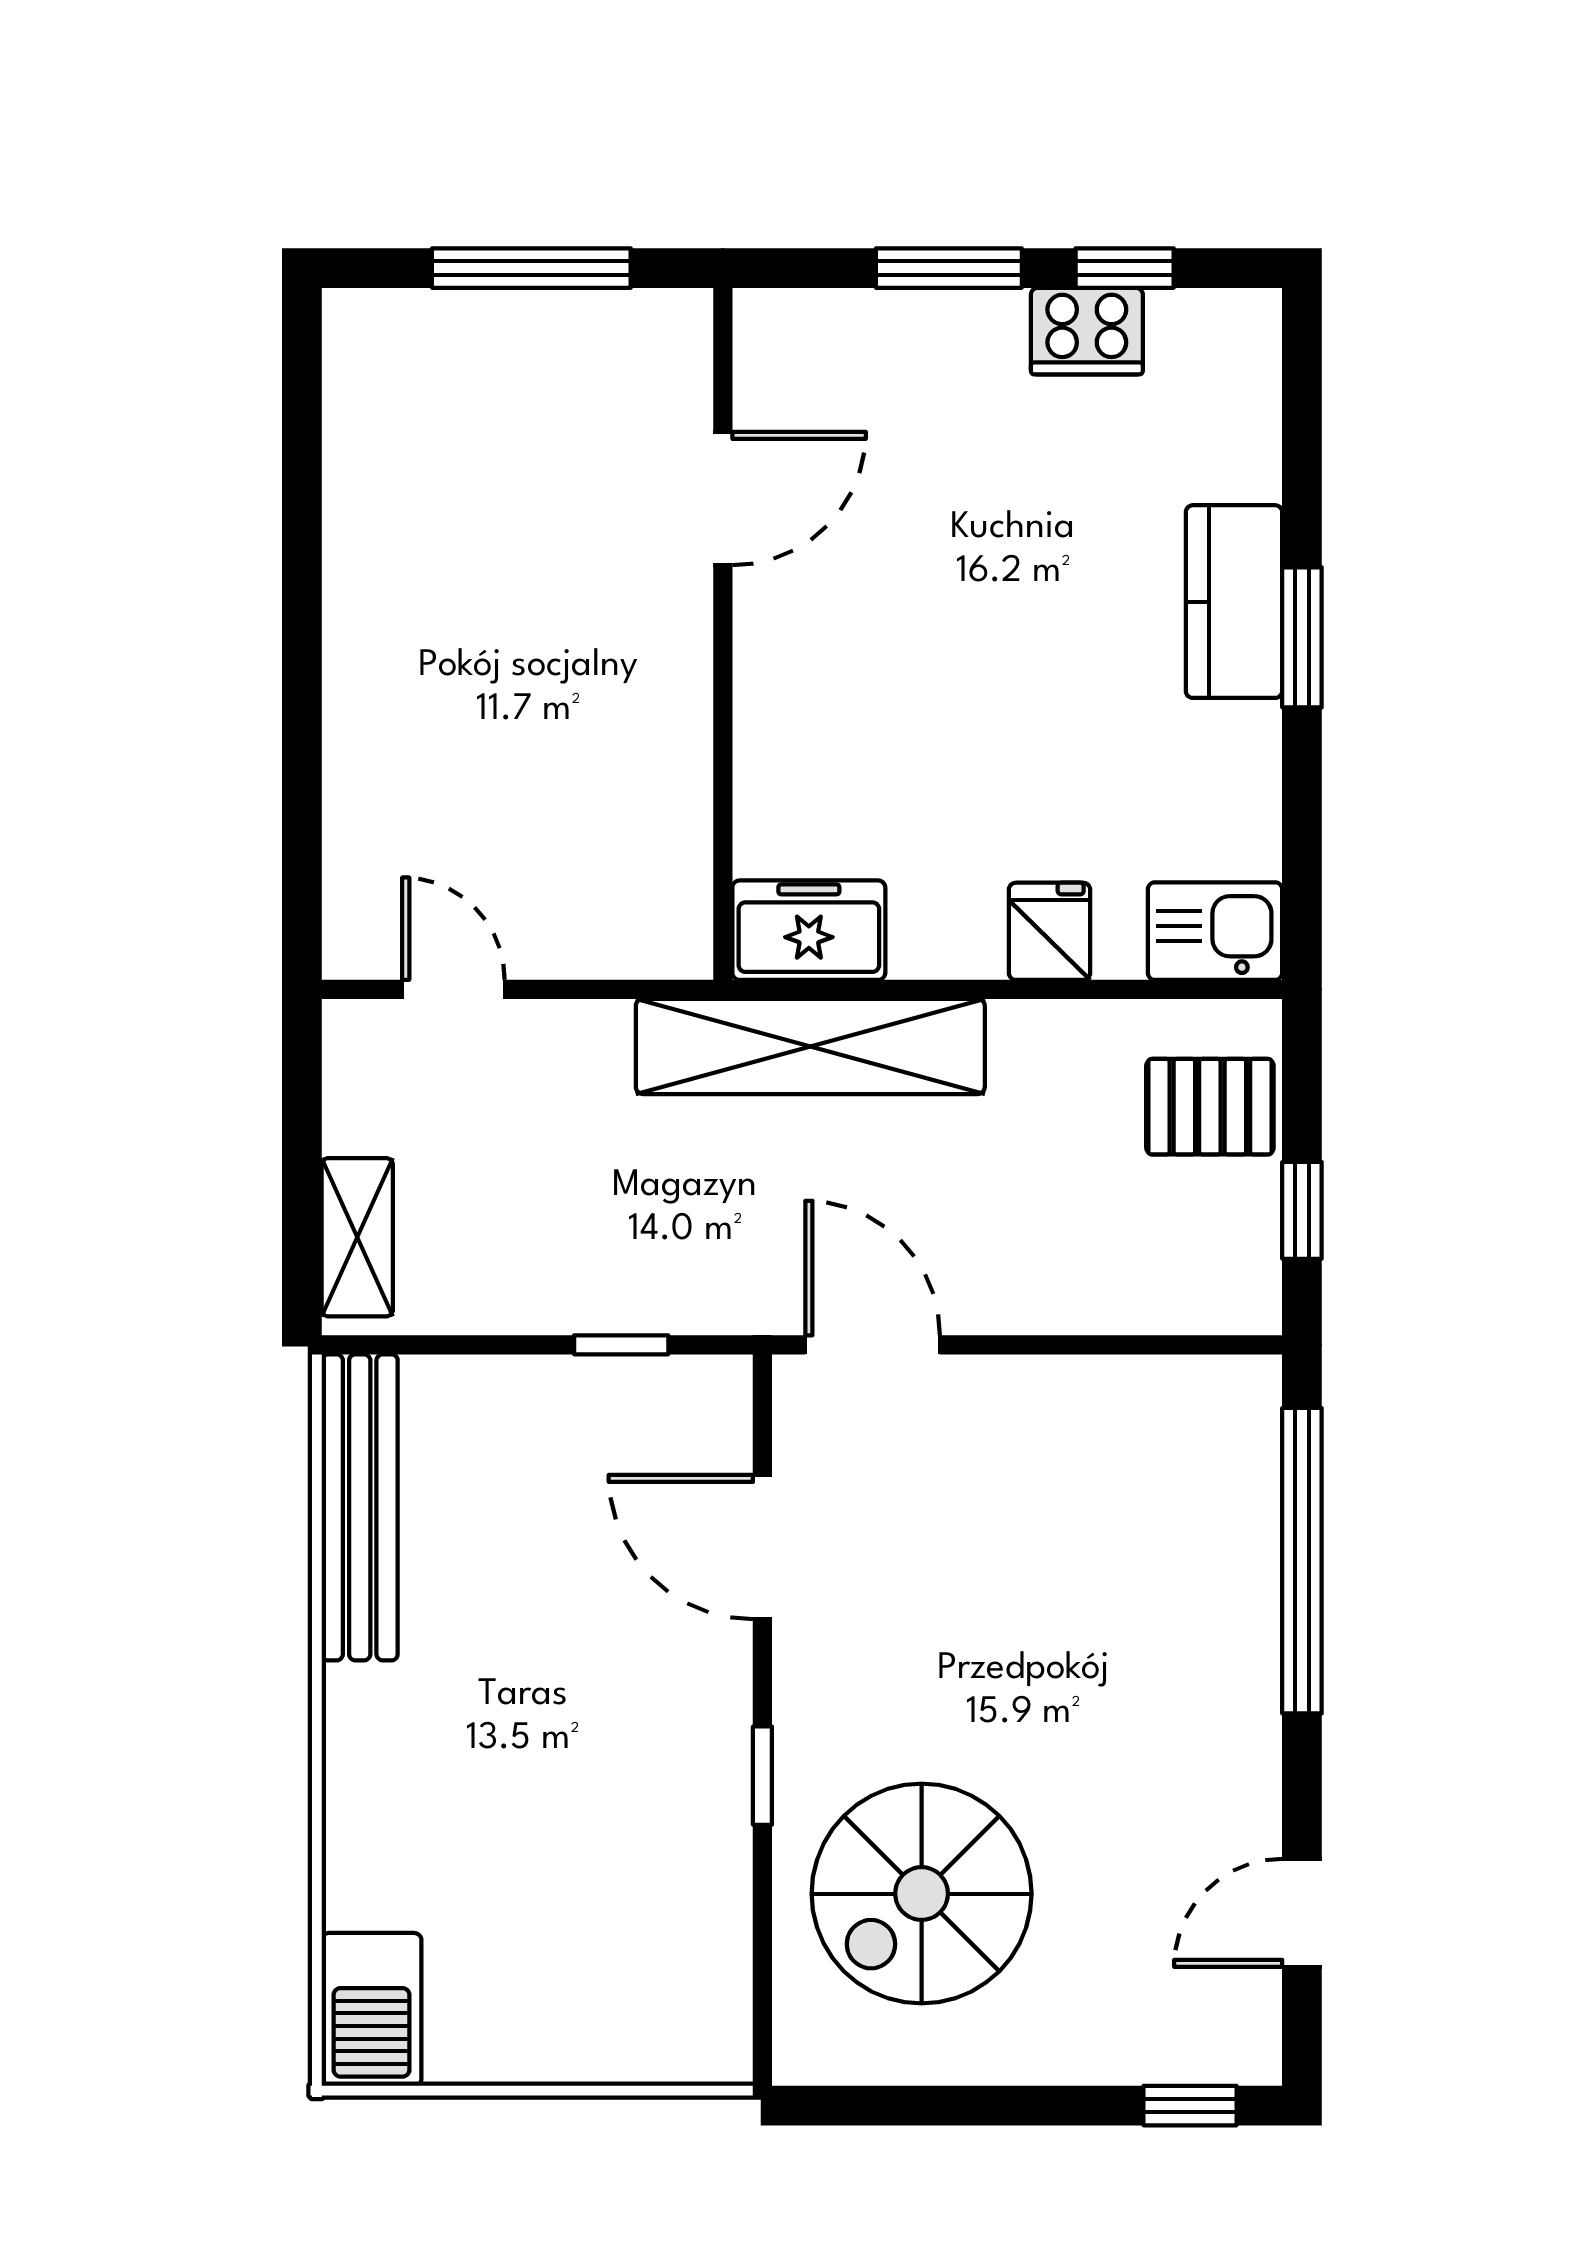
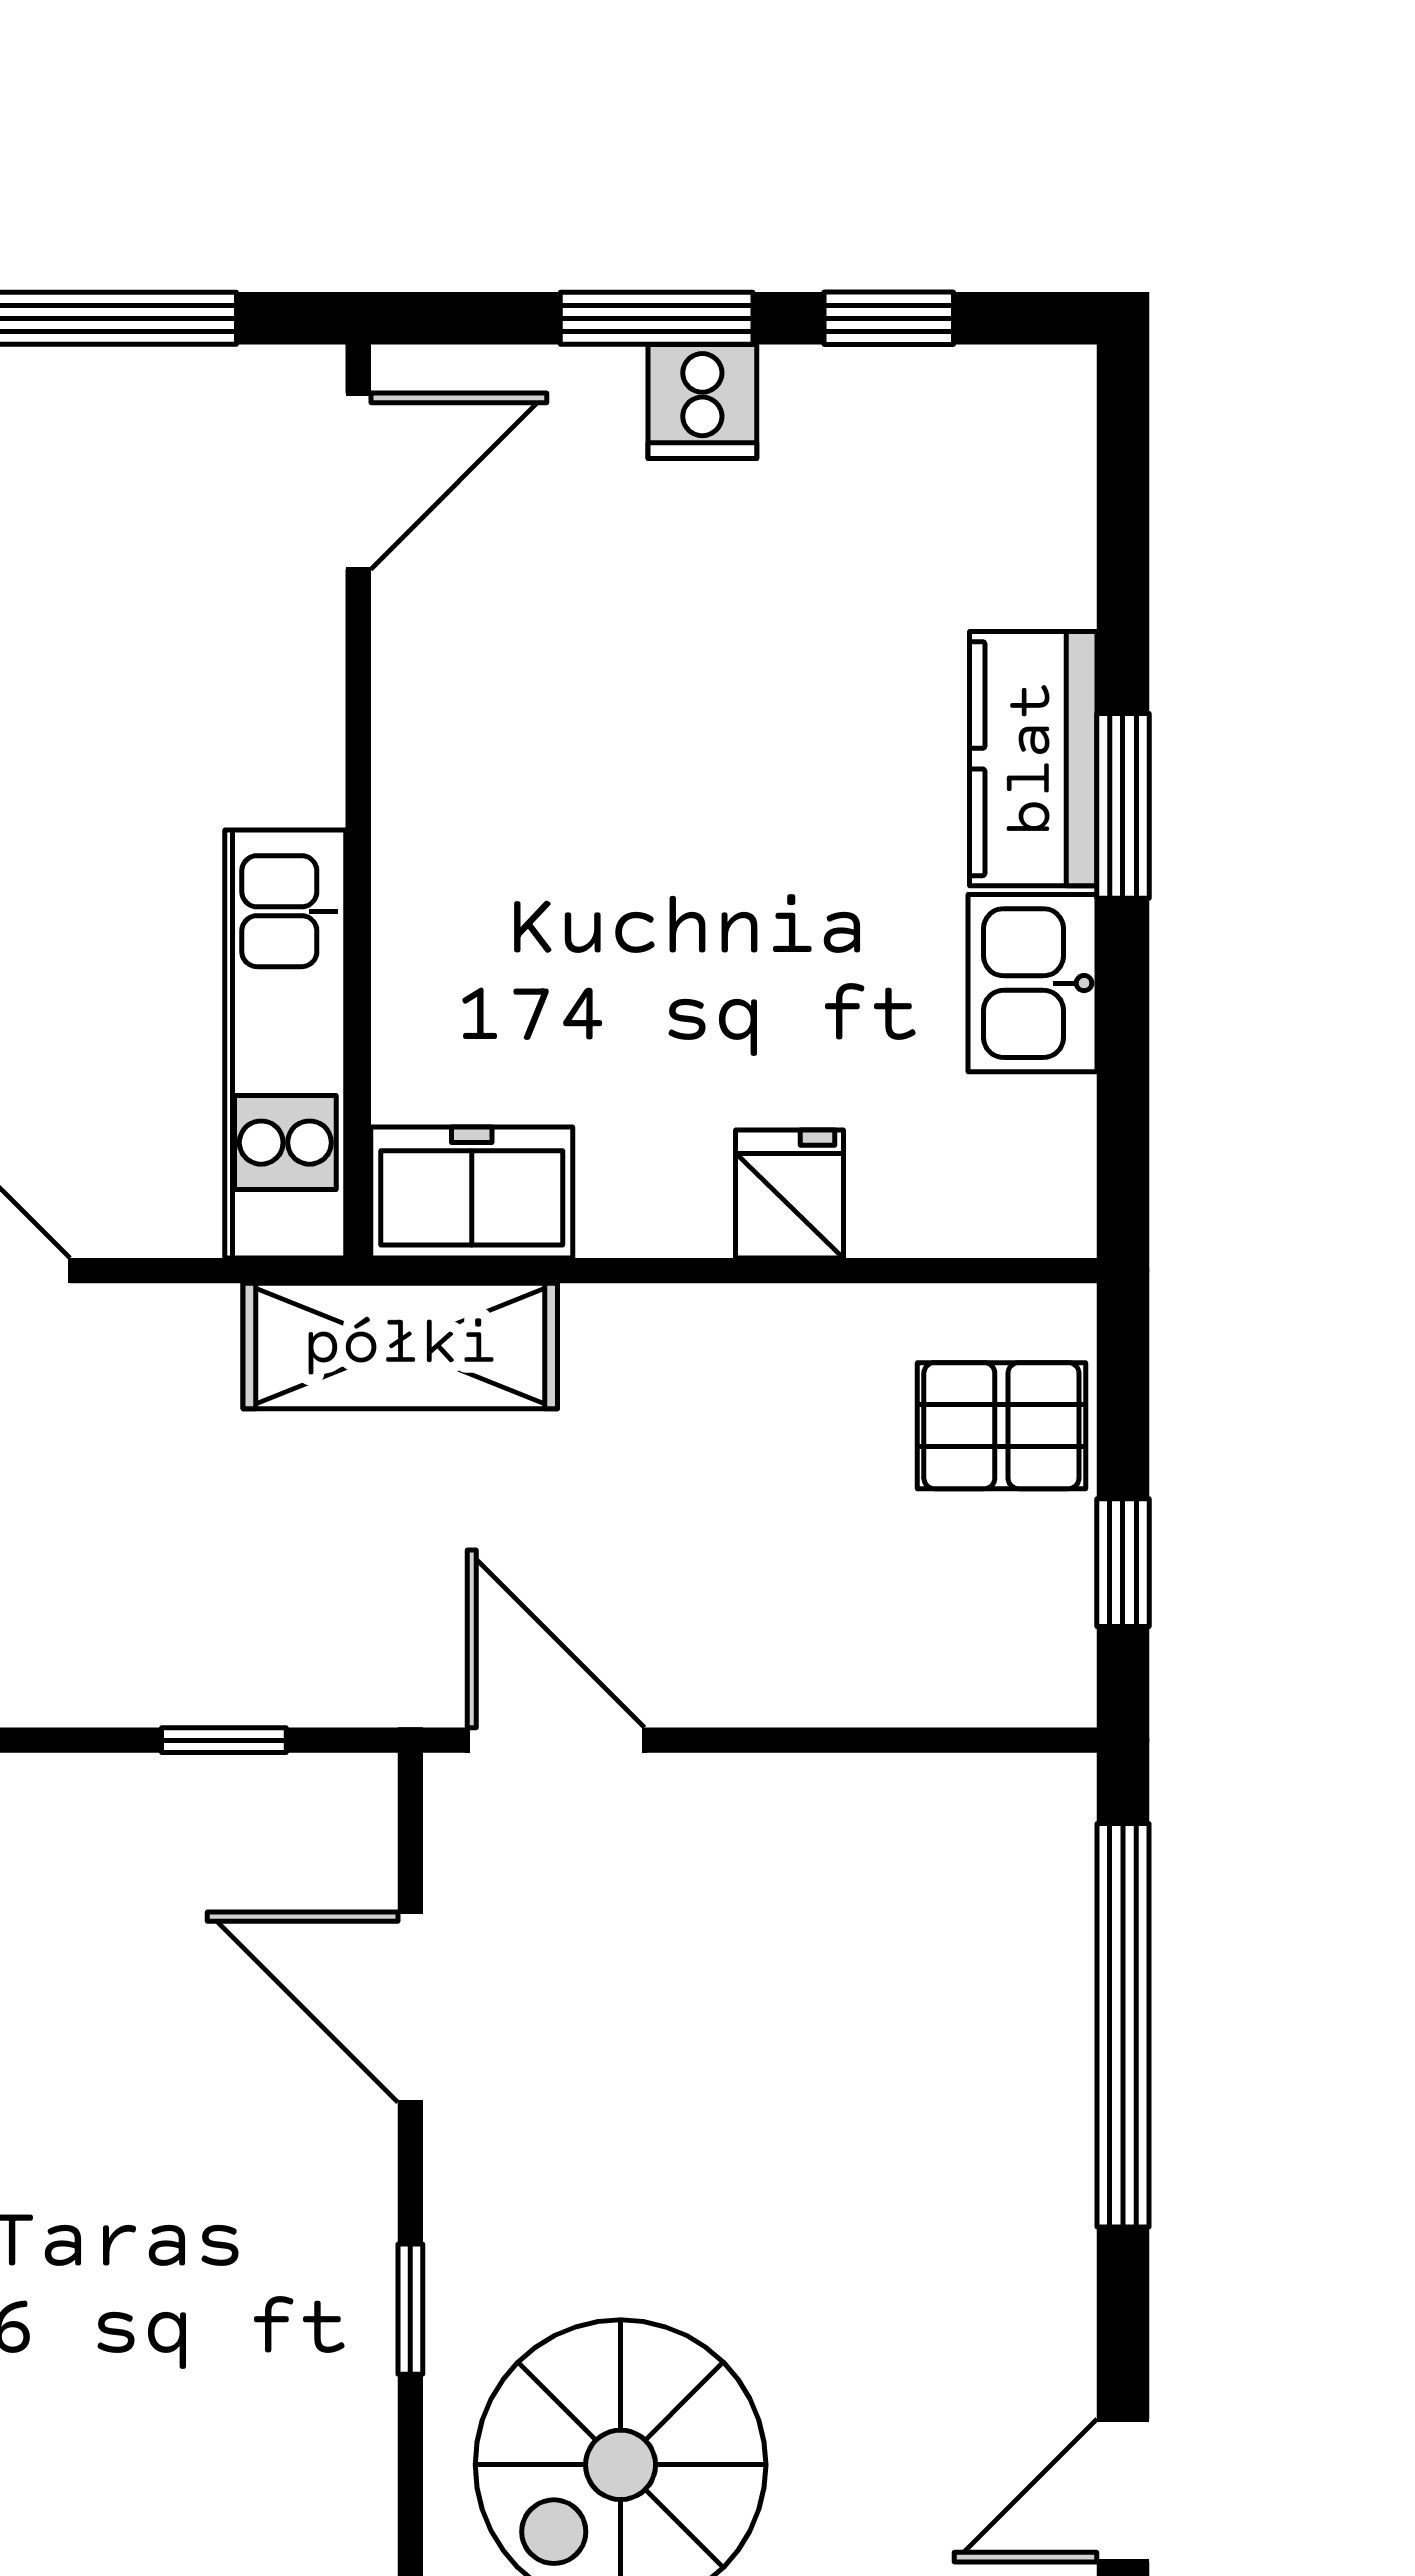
cooker: (1087, 331) -> (702, 401), moved, width x0.73
door: (723, 499) -> (358, 481), moved
kitchen unit: (668, 818) -> (285, 1044), added
kitchen sink: (1215, 931) -> (1033, 983), moved, turned -90
shelving: (810, 1046) -> (400, 1346), width x0.68

